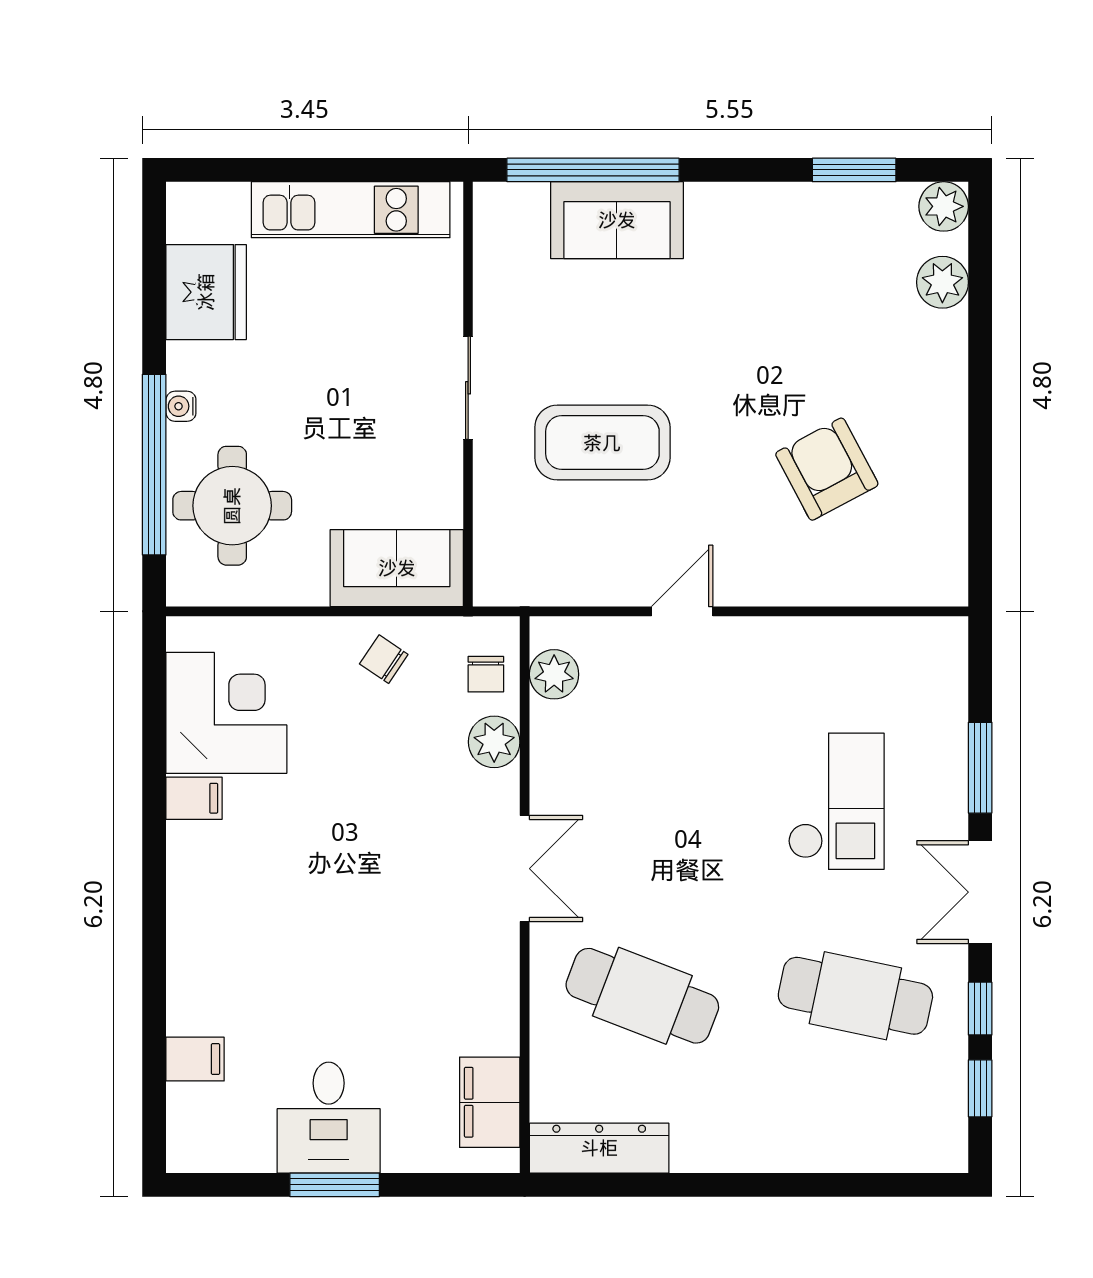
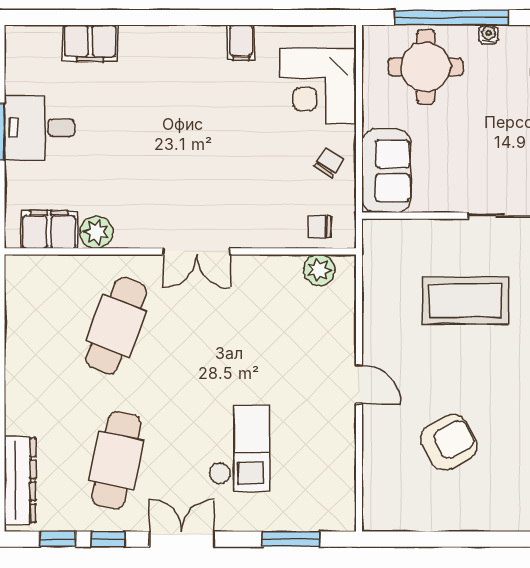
coffee table: (602, 443) -> (466, 301), turned 90
door: (682, 611) -> (359, 384), moved
corner desk: (226, 713) -> (318, 86), moved, turned 90
plant: (494, 742) -> (96, 232), moved
window: (980, 768) -> (291, 539), moved
checkout: (836, 801) -> (239, 448), turned -90
filing cabinet: (195, 1059) -> (90, 43), width x2.00
dresser: (599, 1148) -> (20, 480), moved

